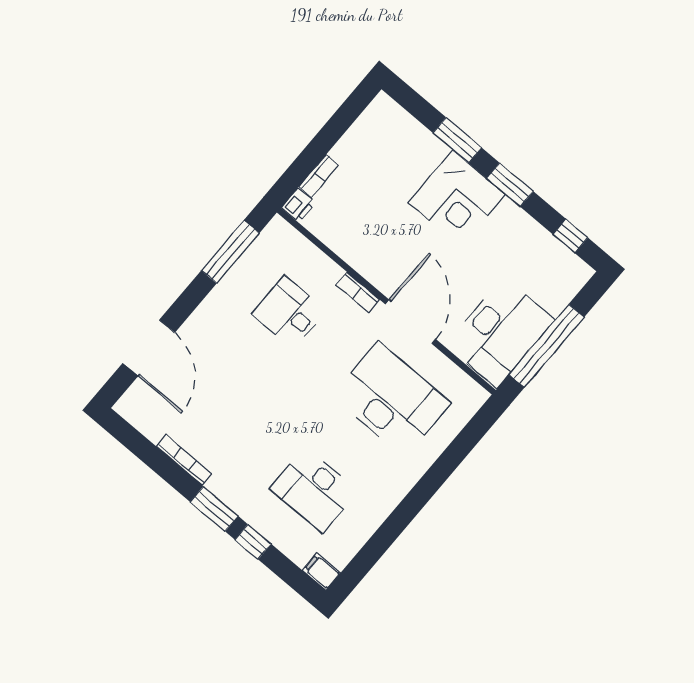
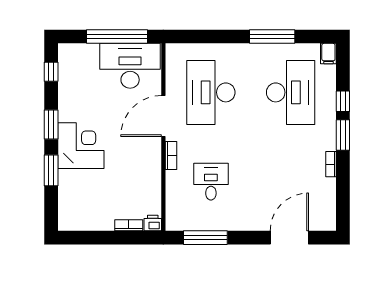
desk: (289, 312) -> (211, 182), turned 180
bookcase: (184, 460) -> (331, 164), width x0.64
desk: (314, 490) -> (291, 92), width x1.36, depth x1.30
window: (396, 524) -> (272, 37), added

